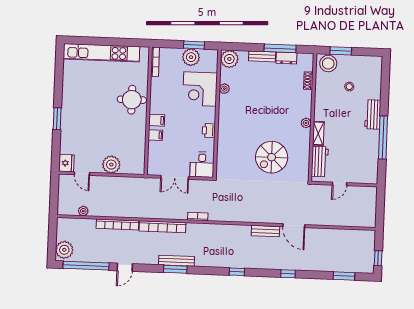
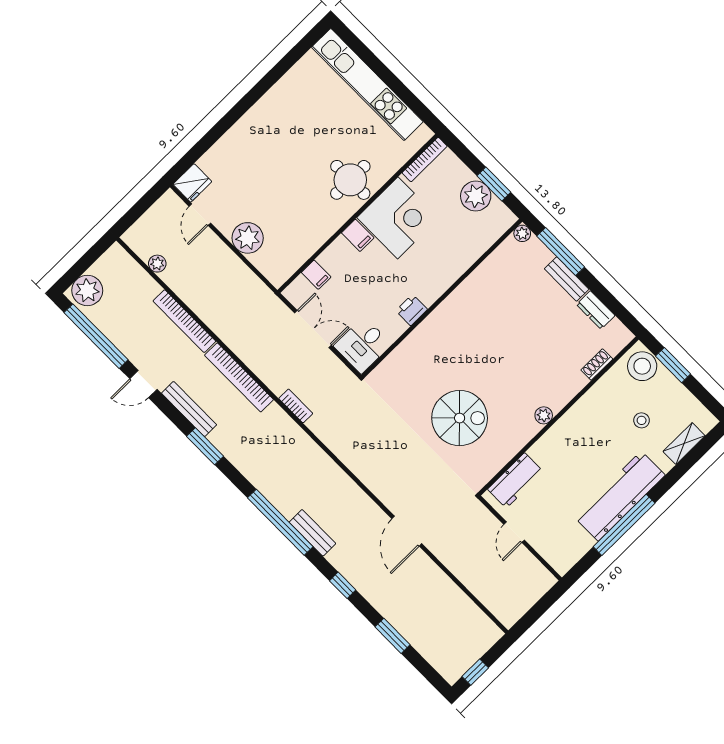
window: (280, 48) -> (561, 252), moved
plant: (229, 59) -> (522, 233), width x0.53, depth x0.53
corner desk: (200, 89) -> (398, 218), moved, turned 180
plant: (224, 89) -> (481, 275), removed
workbench: (373, 114) -> (620, 496), width x1.88, depth x1.32
window: (57, 119) -> (233, 116), removed
shelving: (318, 133) -> (684, 444), moved
filing cabinet: (155, 135) -> (316, 275), moved
spiral stairs: (272, 157) -> (460, 418), turned 180
double door: (175, 177) -> (313, 329), swing flipped
door: (339, 184) -> (514, 532), hinge flipped
bench: (265, 231) -> (312, 533), moved
bench: (176, 261) -> (189, 409), moved
window: (237, 272) -> (280, 522), width x3.17
window: (344, 276) -> (393, 636), moved

